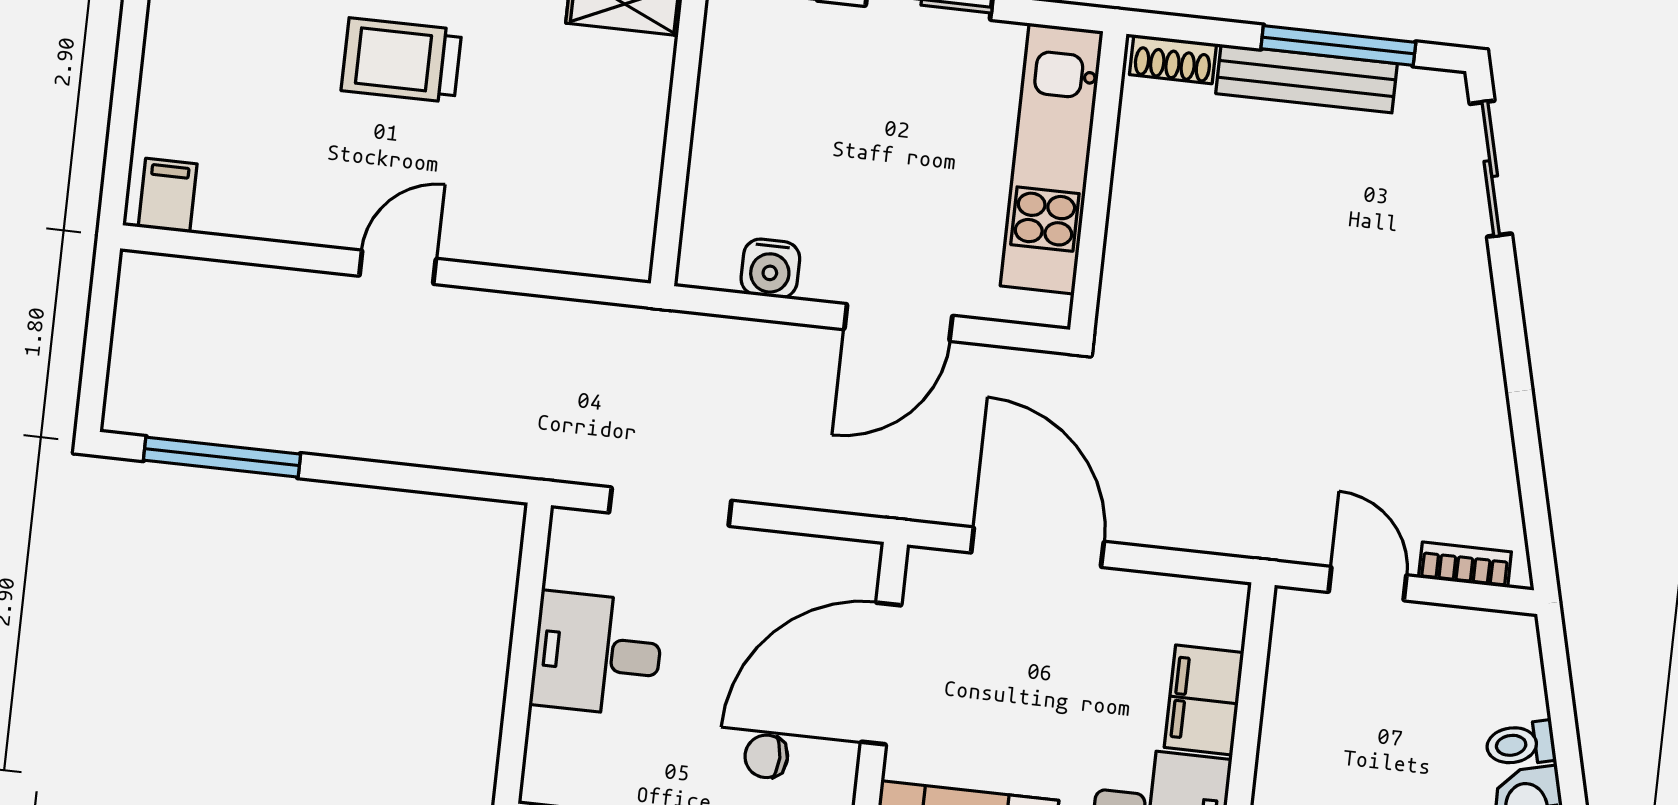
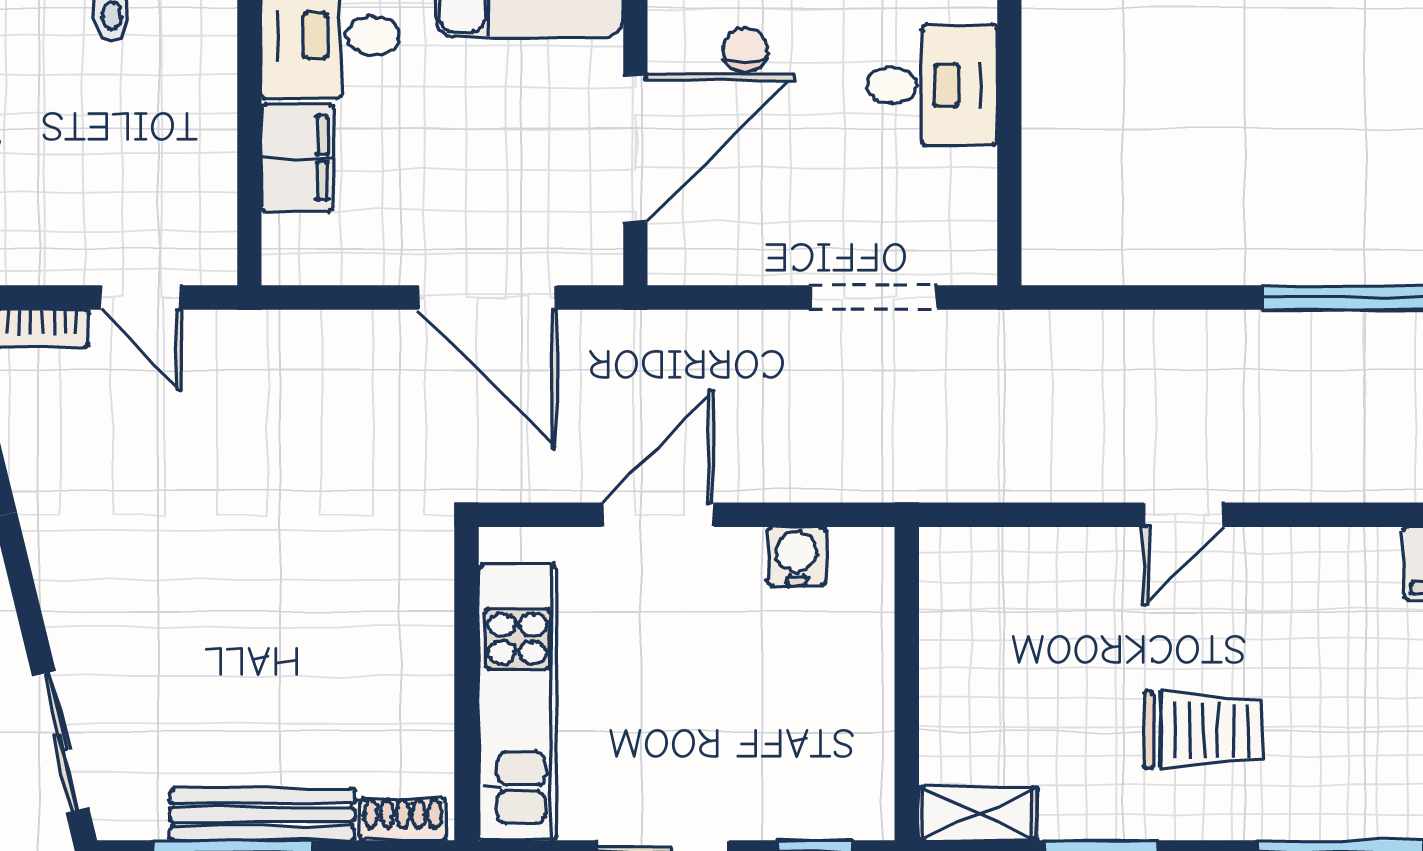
desk: (597, 654) -> (932, 85), moved
chair: (766, 756) -> (745, 49), turned -90

